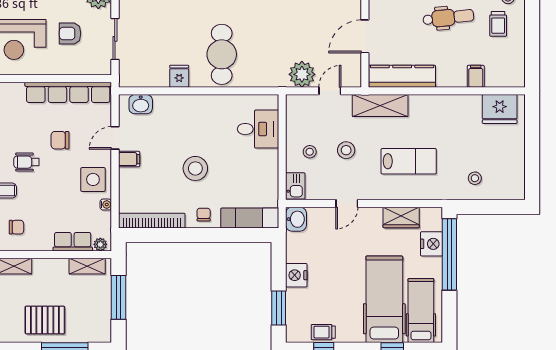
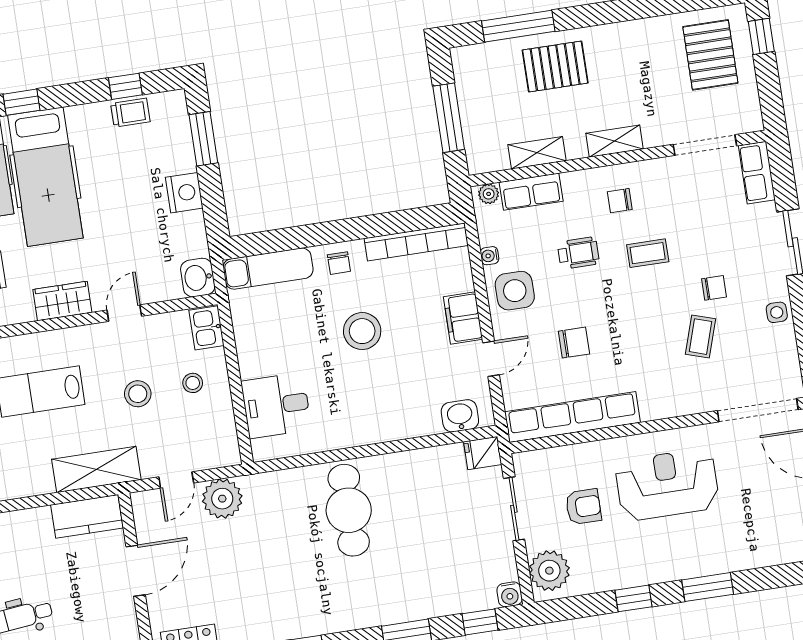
fridge: (179, 76) -> (483, 453), moved, turned 90
kitchen counter: (402, 76) -> (87, 516), width x0.67
filing cabinet: (129, 159) -> (463, 318), width x2.00
wheelchair: (26, 162) -> (578, 253), moved
wardrobe: (401, 217) -> (62, 301), moved
shelving: (87, 266) -> (537, 153), moved

